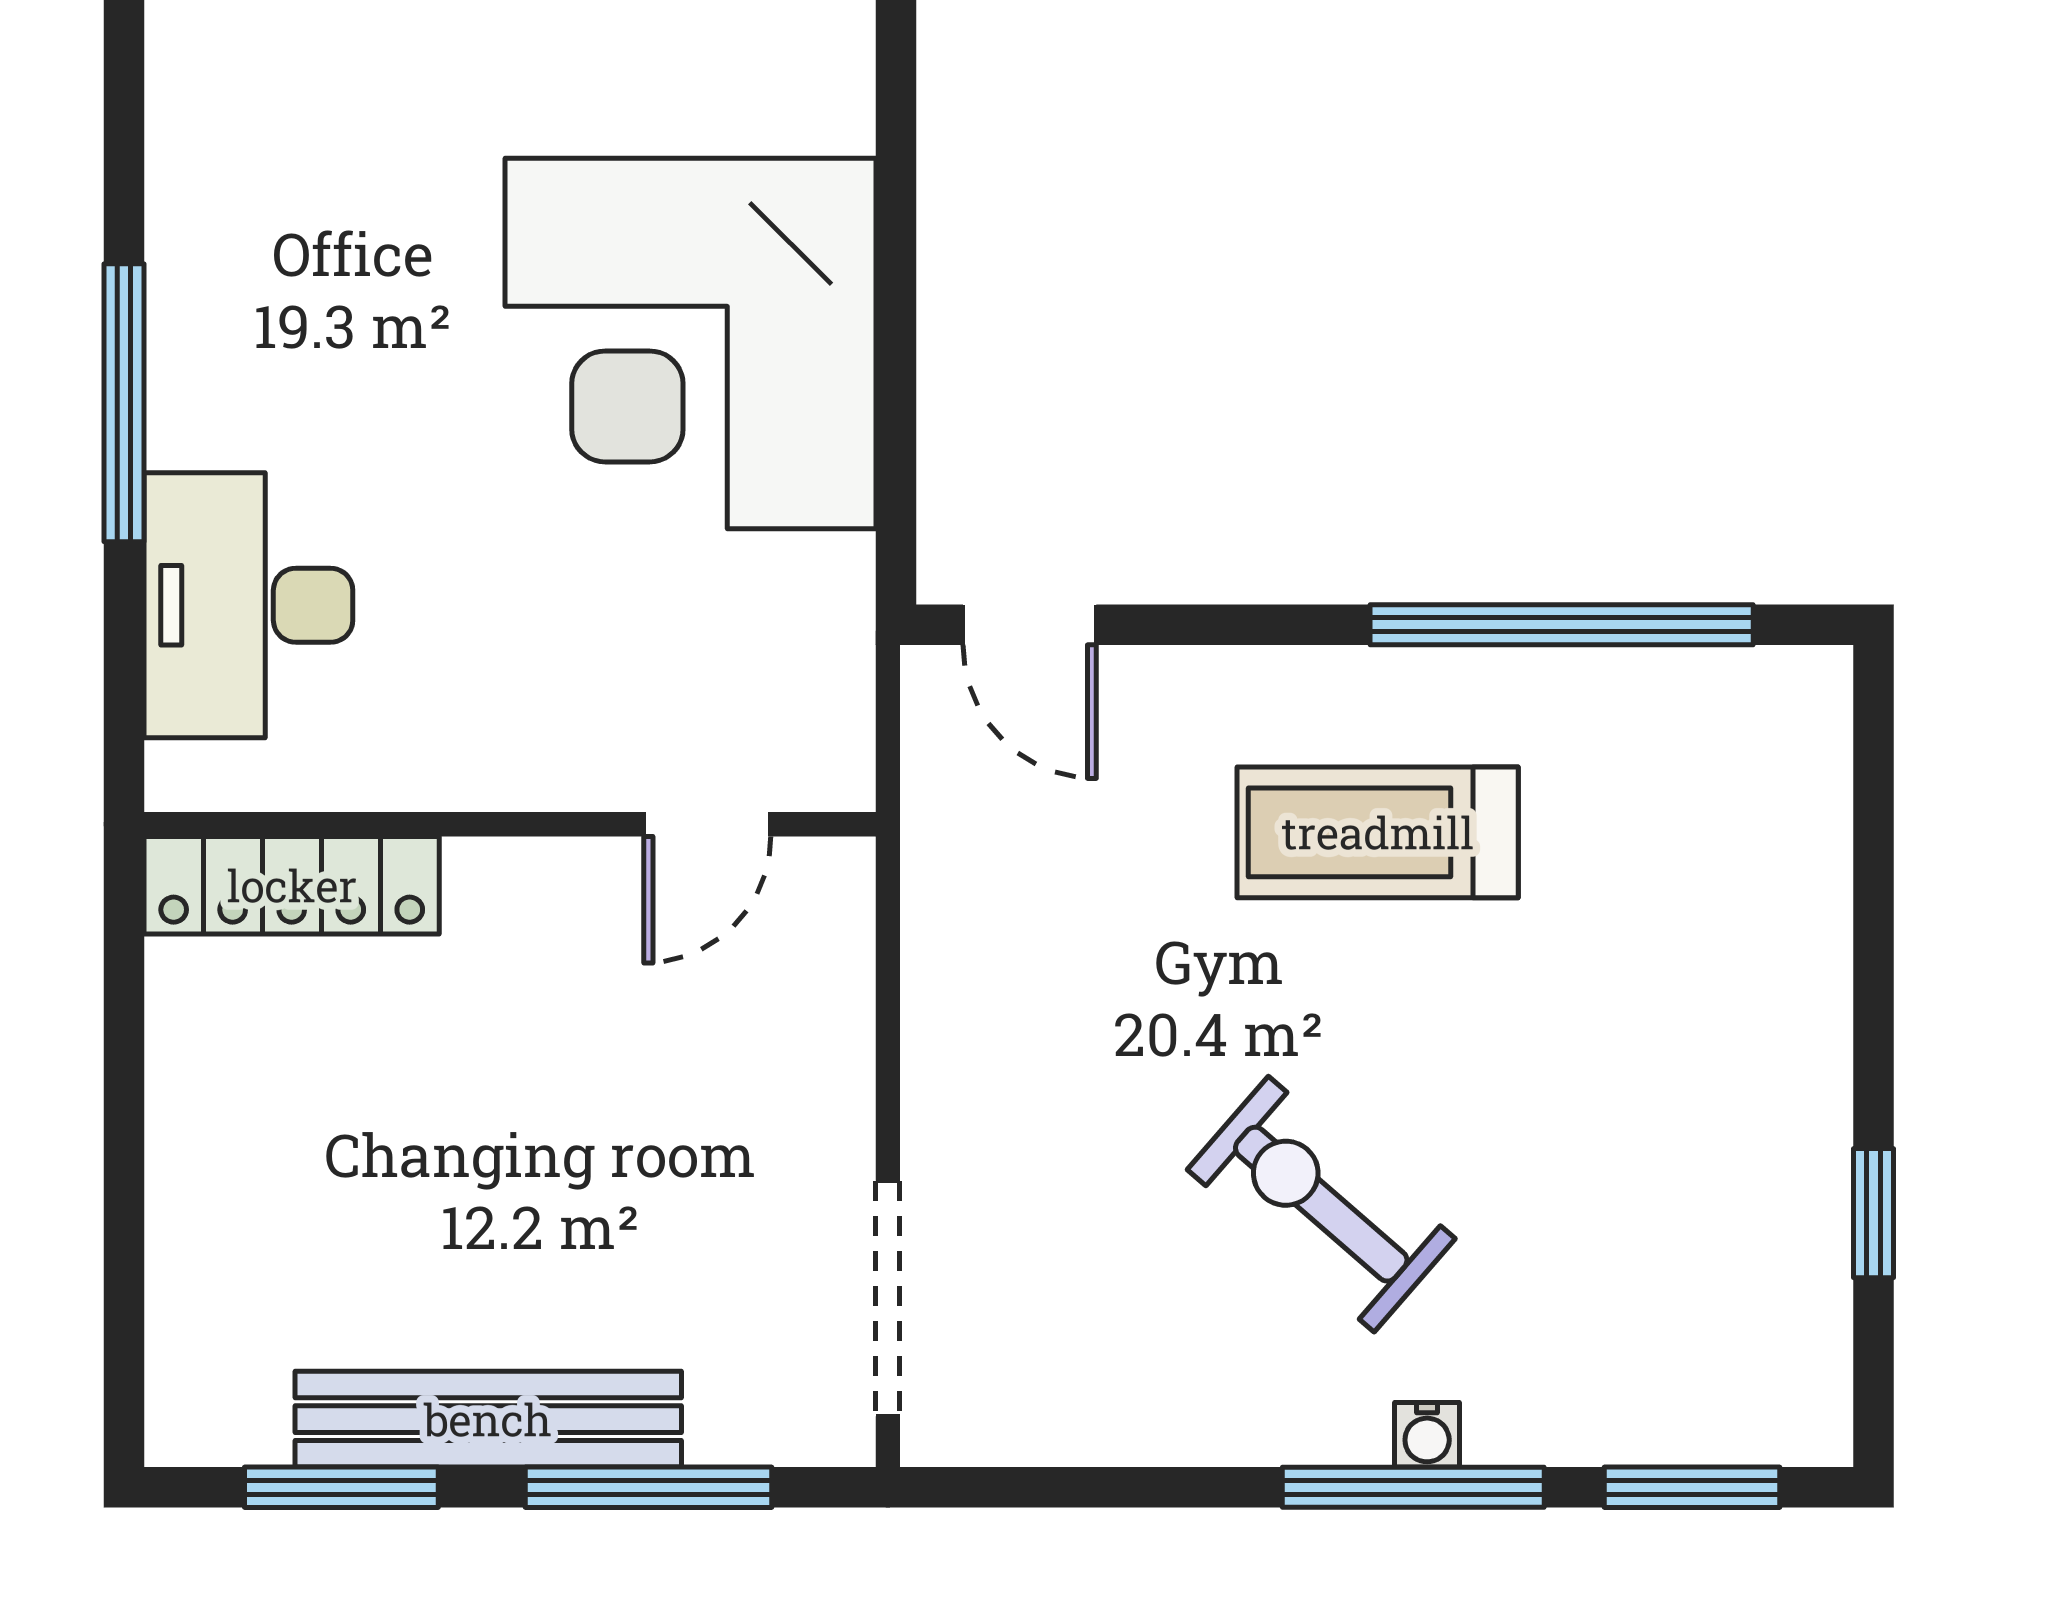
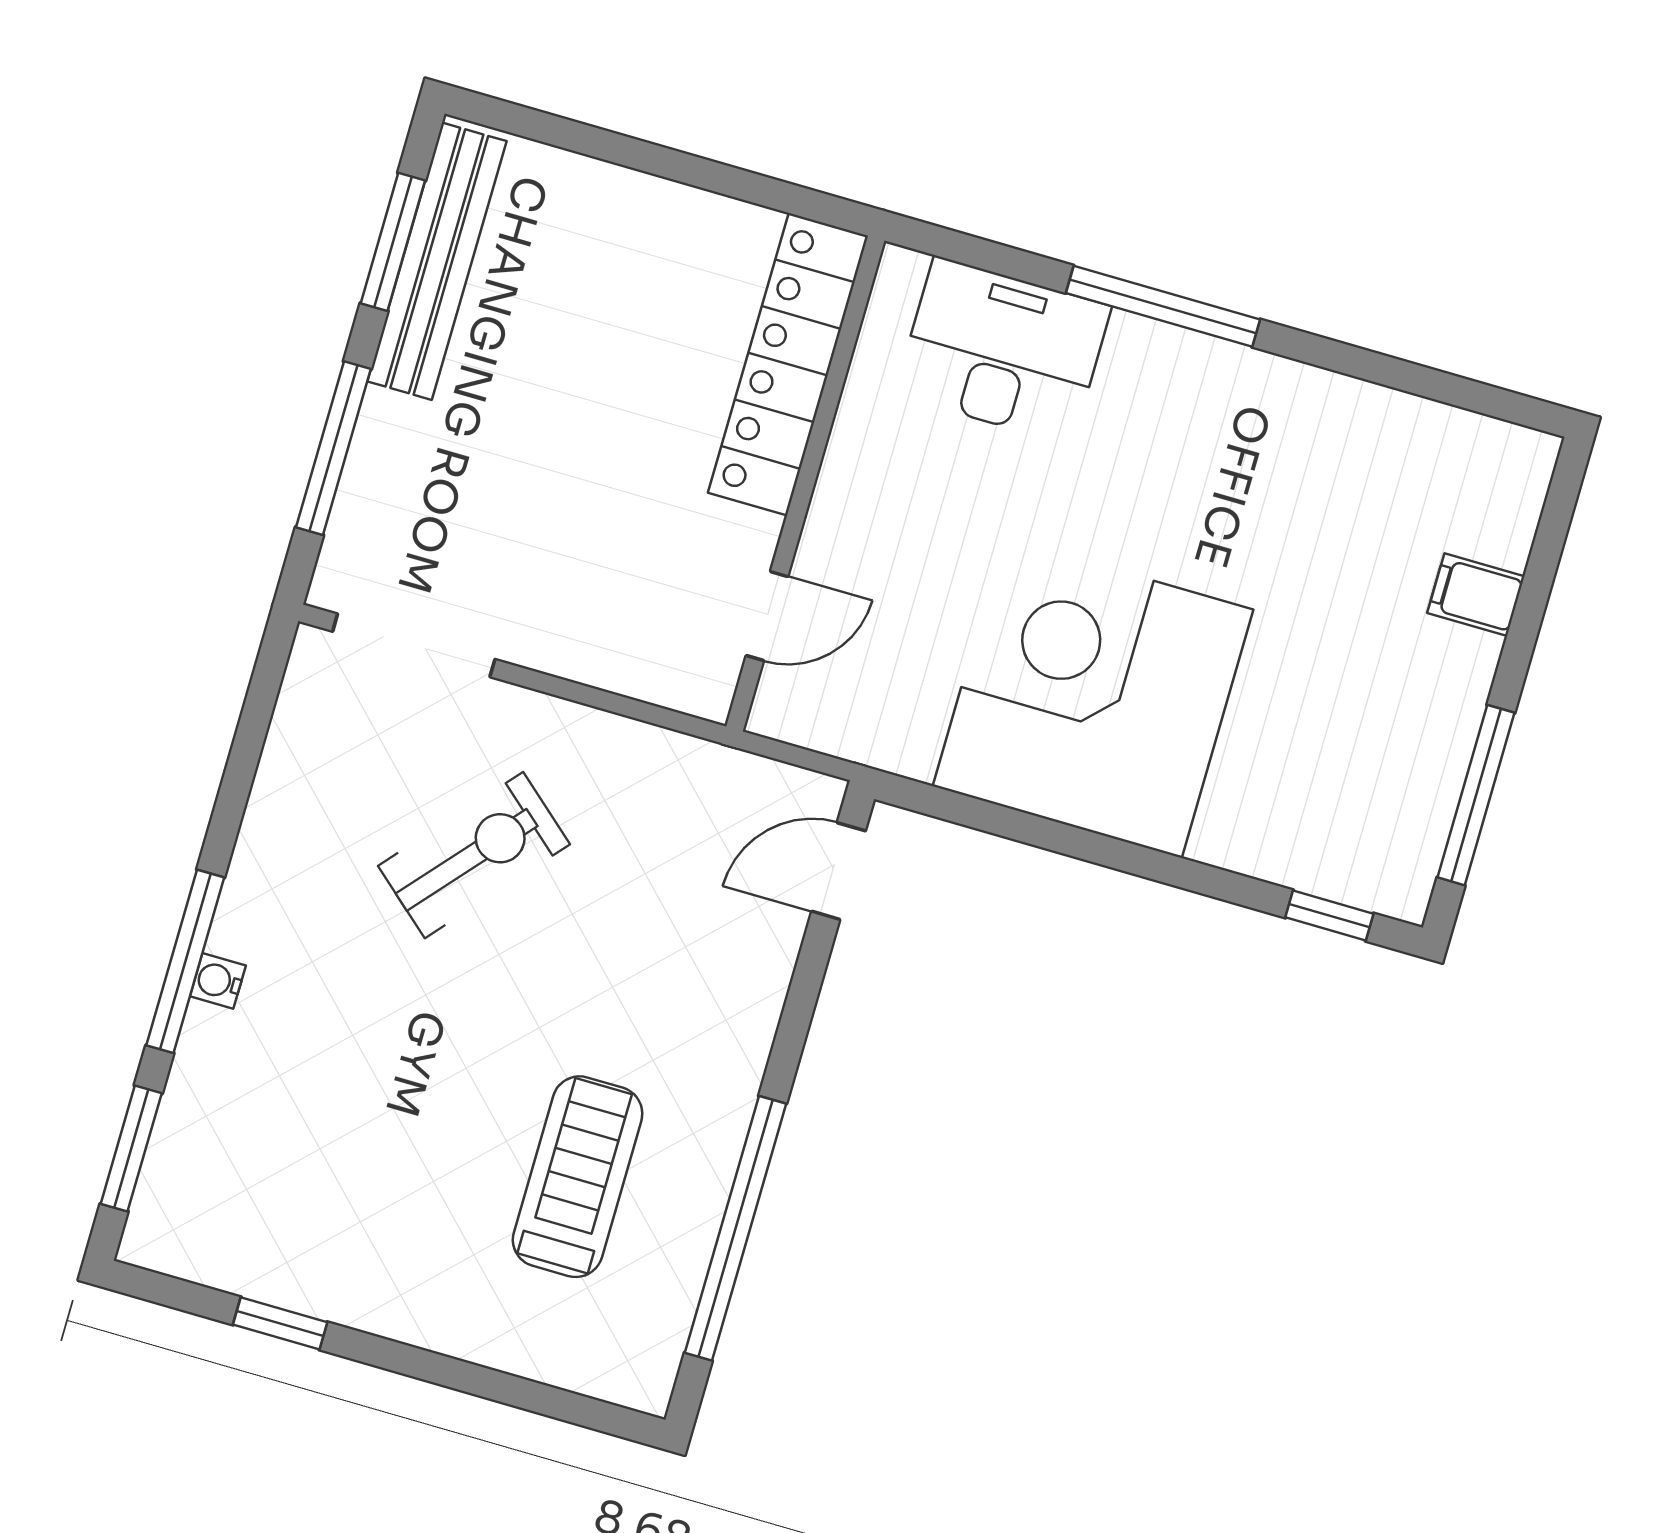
door: (707, 824) -> (767, 616), swing flipped
treadmill: (1378, 832) -> (578, 1177), moved
locker: (292, 885) -> (788, 364), width x1.41, depth x1.21
exercise bike: (1321, 1204) -> (474, 855), moved
bench: (488, 1419) -> (437, 261), moved

